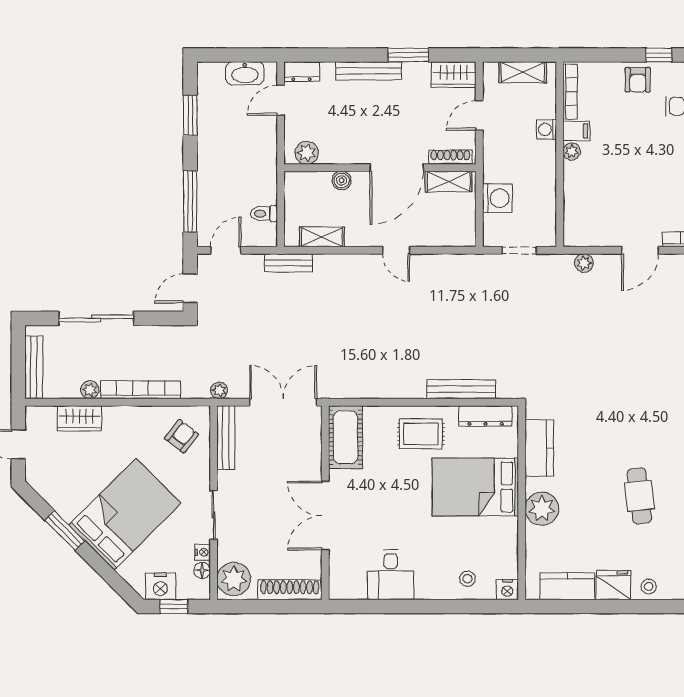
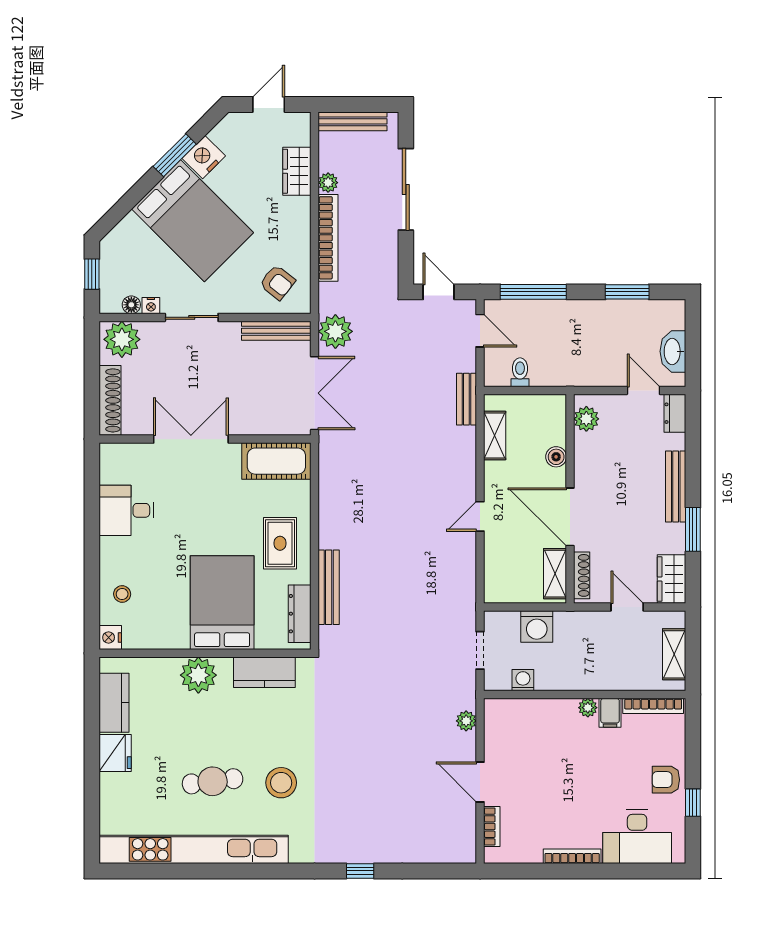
washing machine: (546, 129) -> (523, 680), moved
plant: (219, 390) -> (335, 331), width x1.88, depth x1.88
nightstand: (160, 586) -> (204, 157), moved, turned 45
stool: (649, 587) -> (281, 783), moved, width x1.89, depth x1.89

